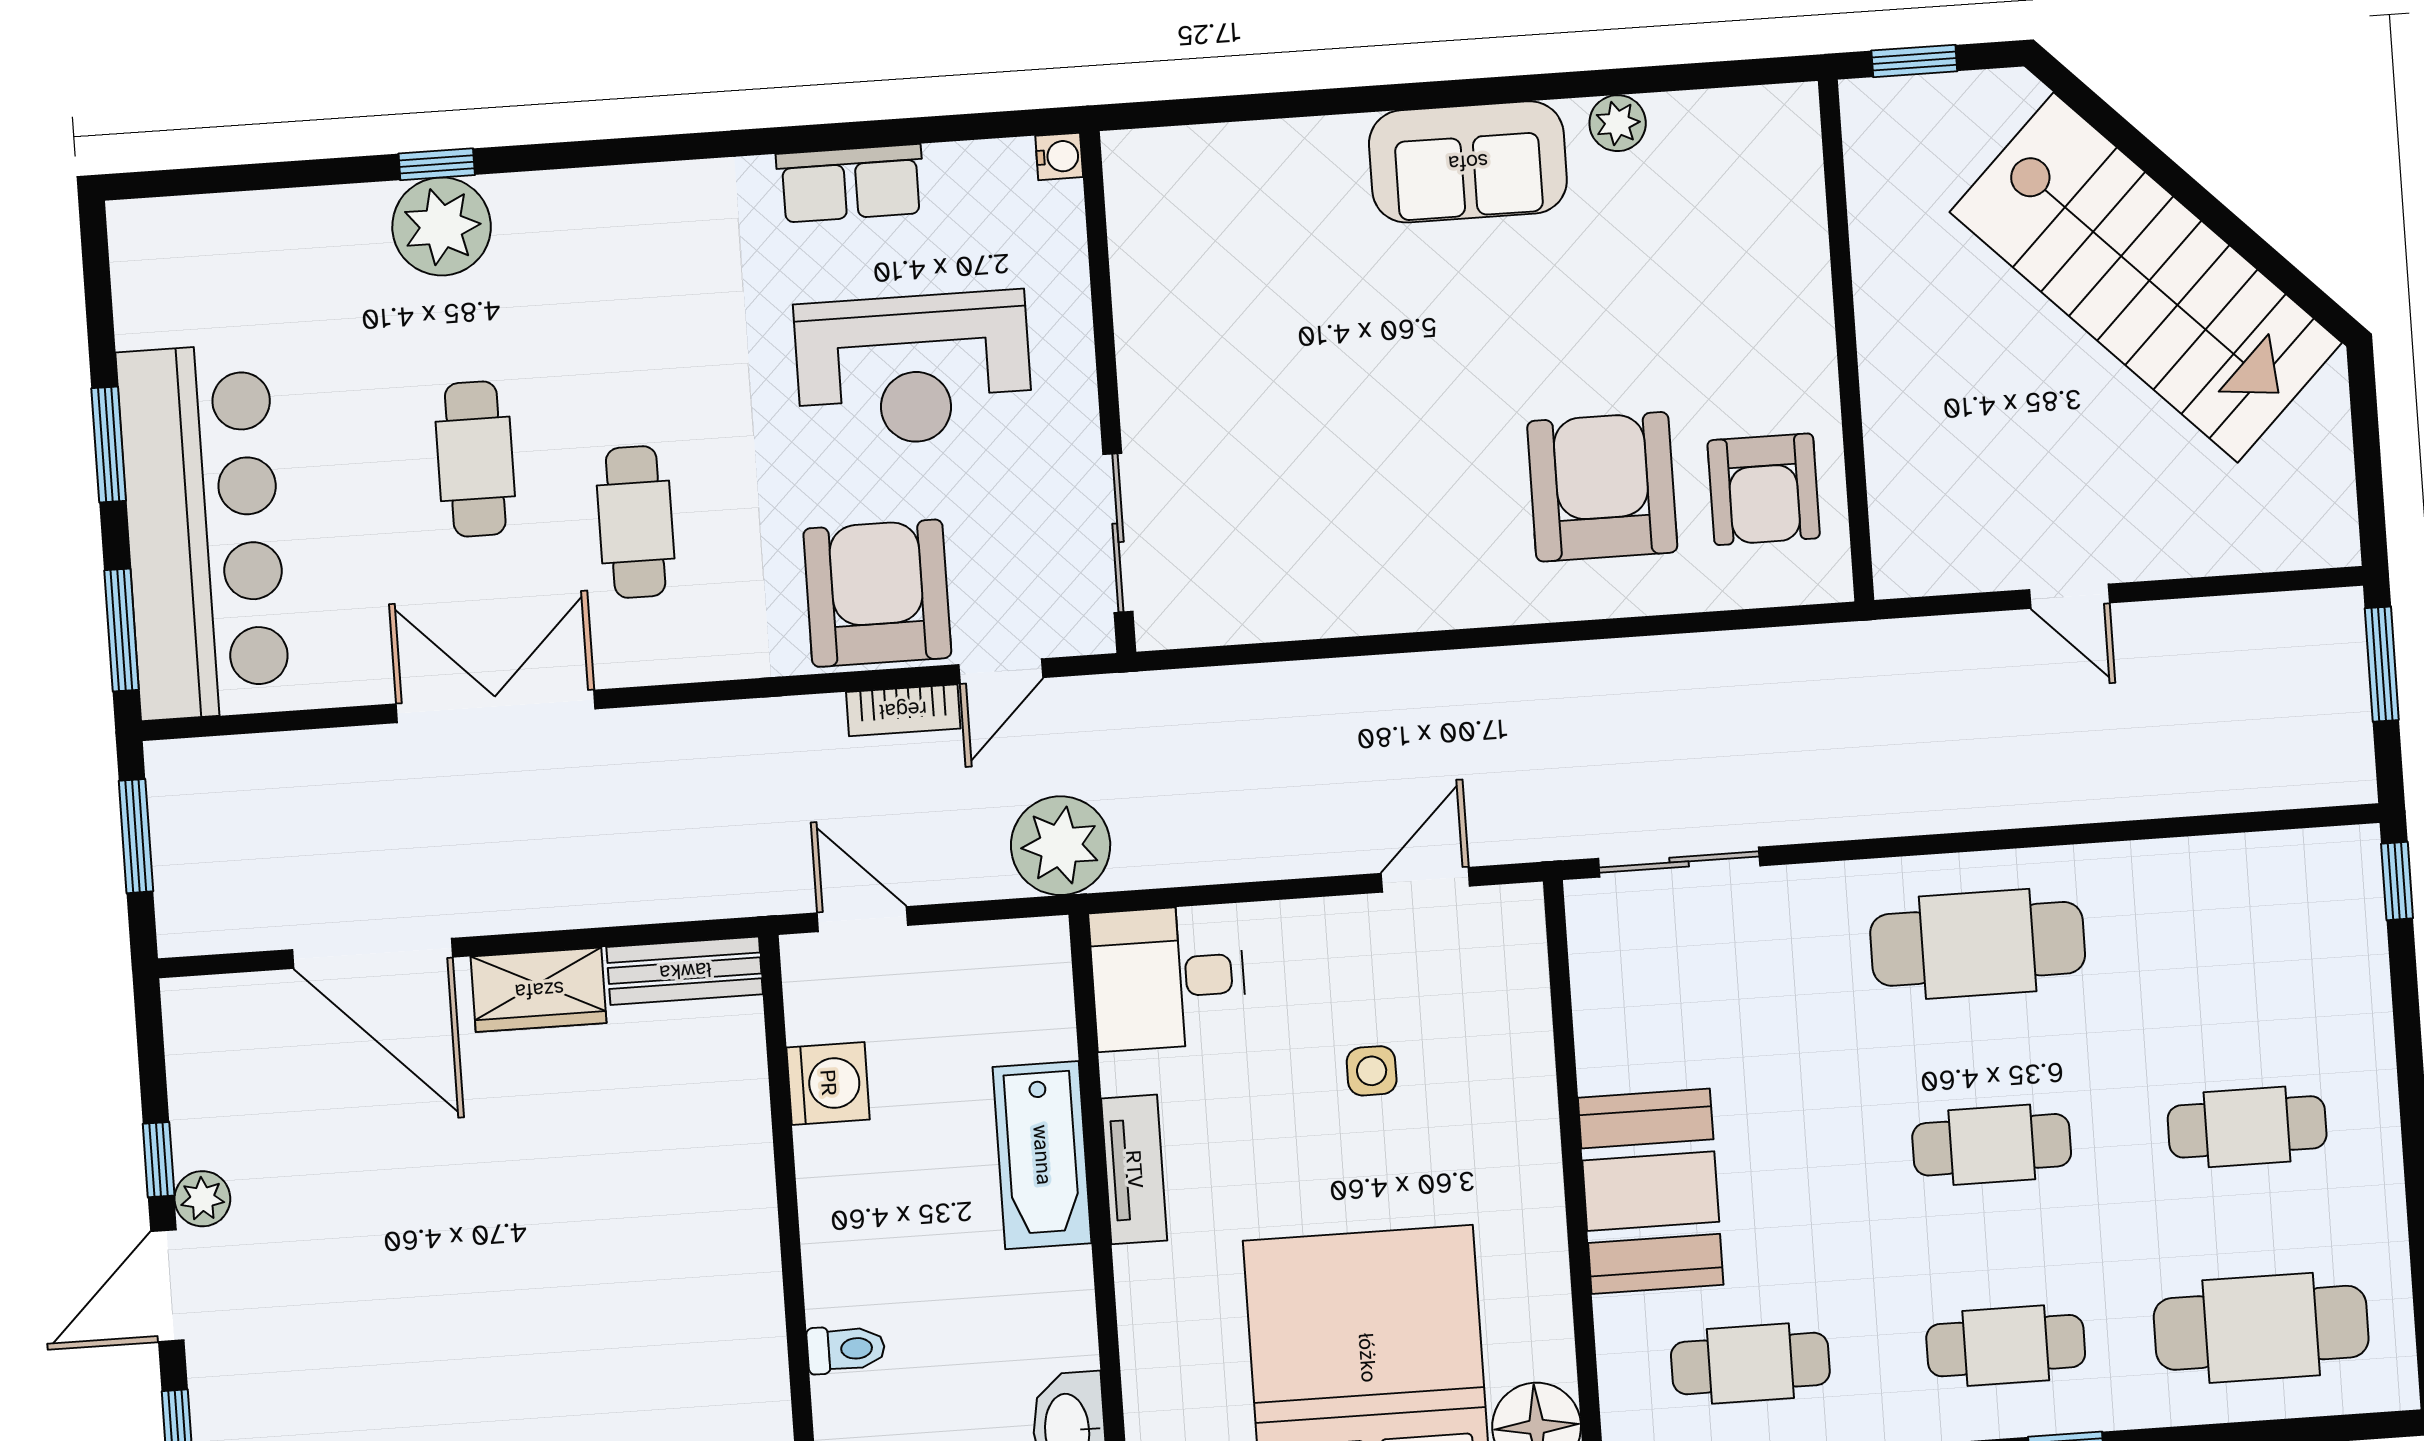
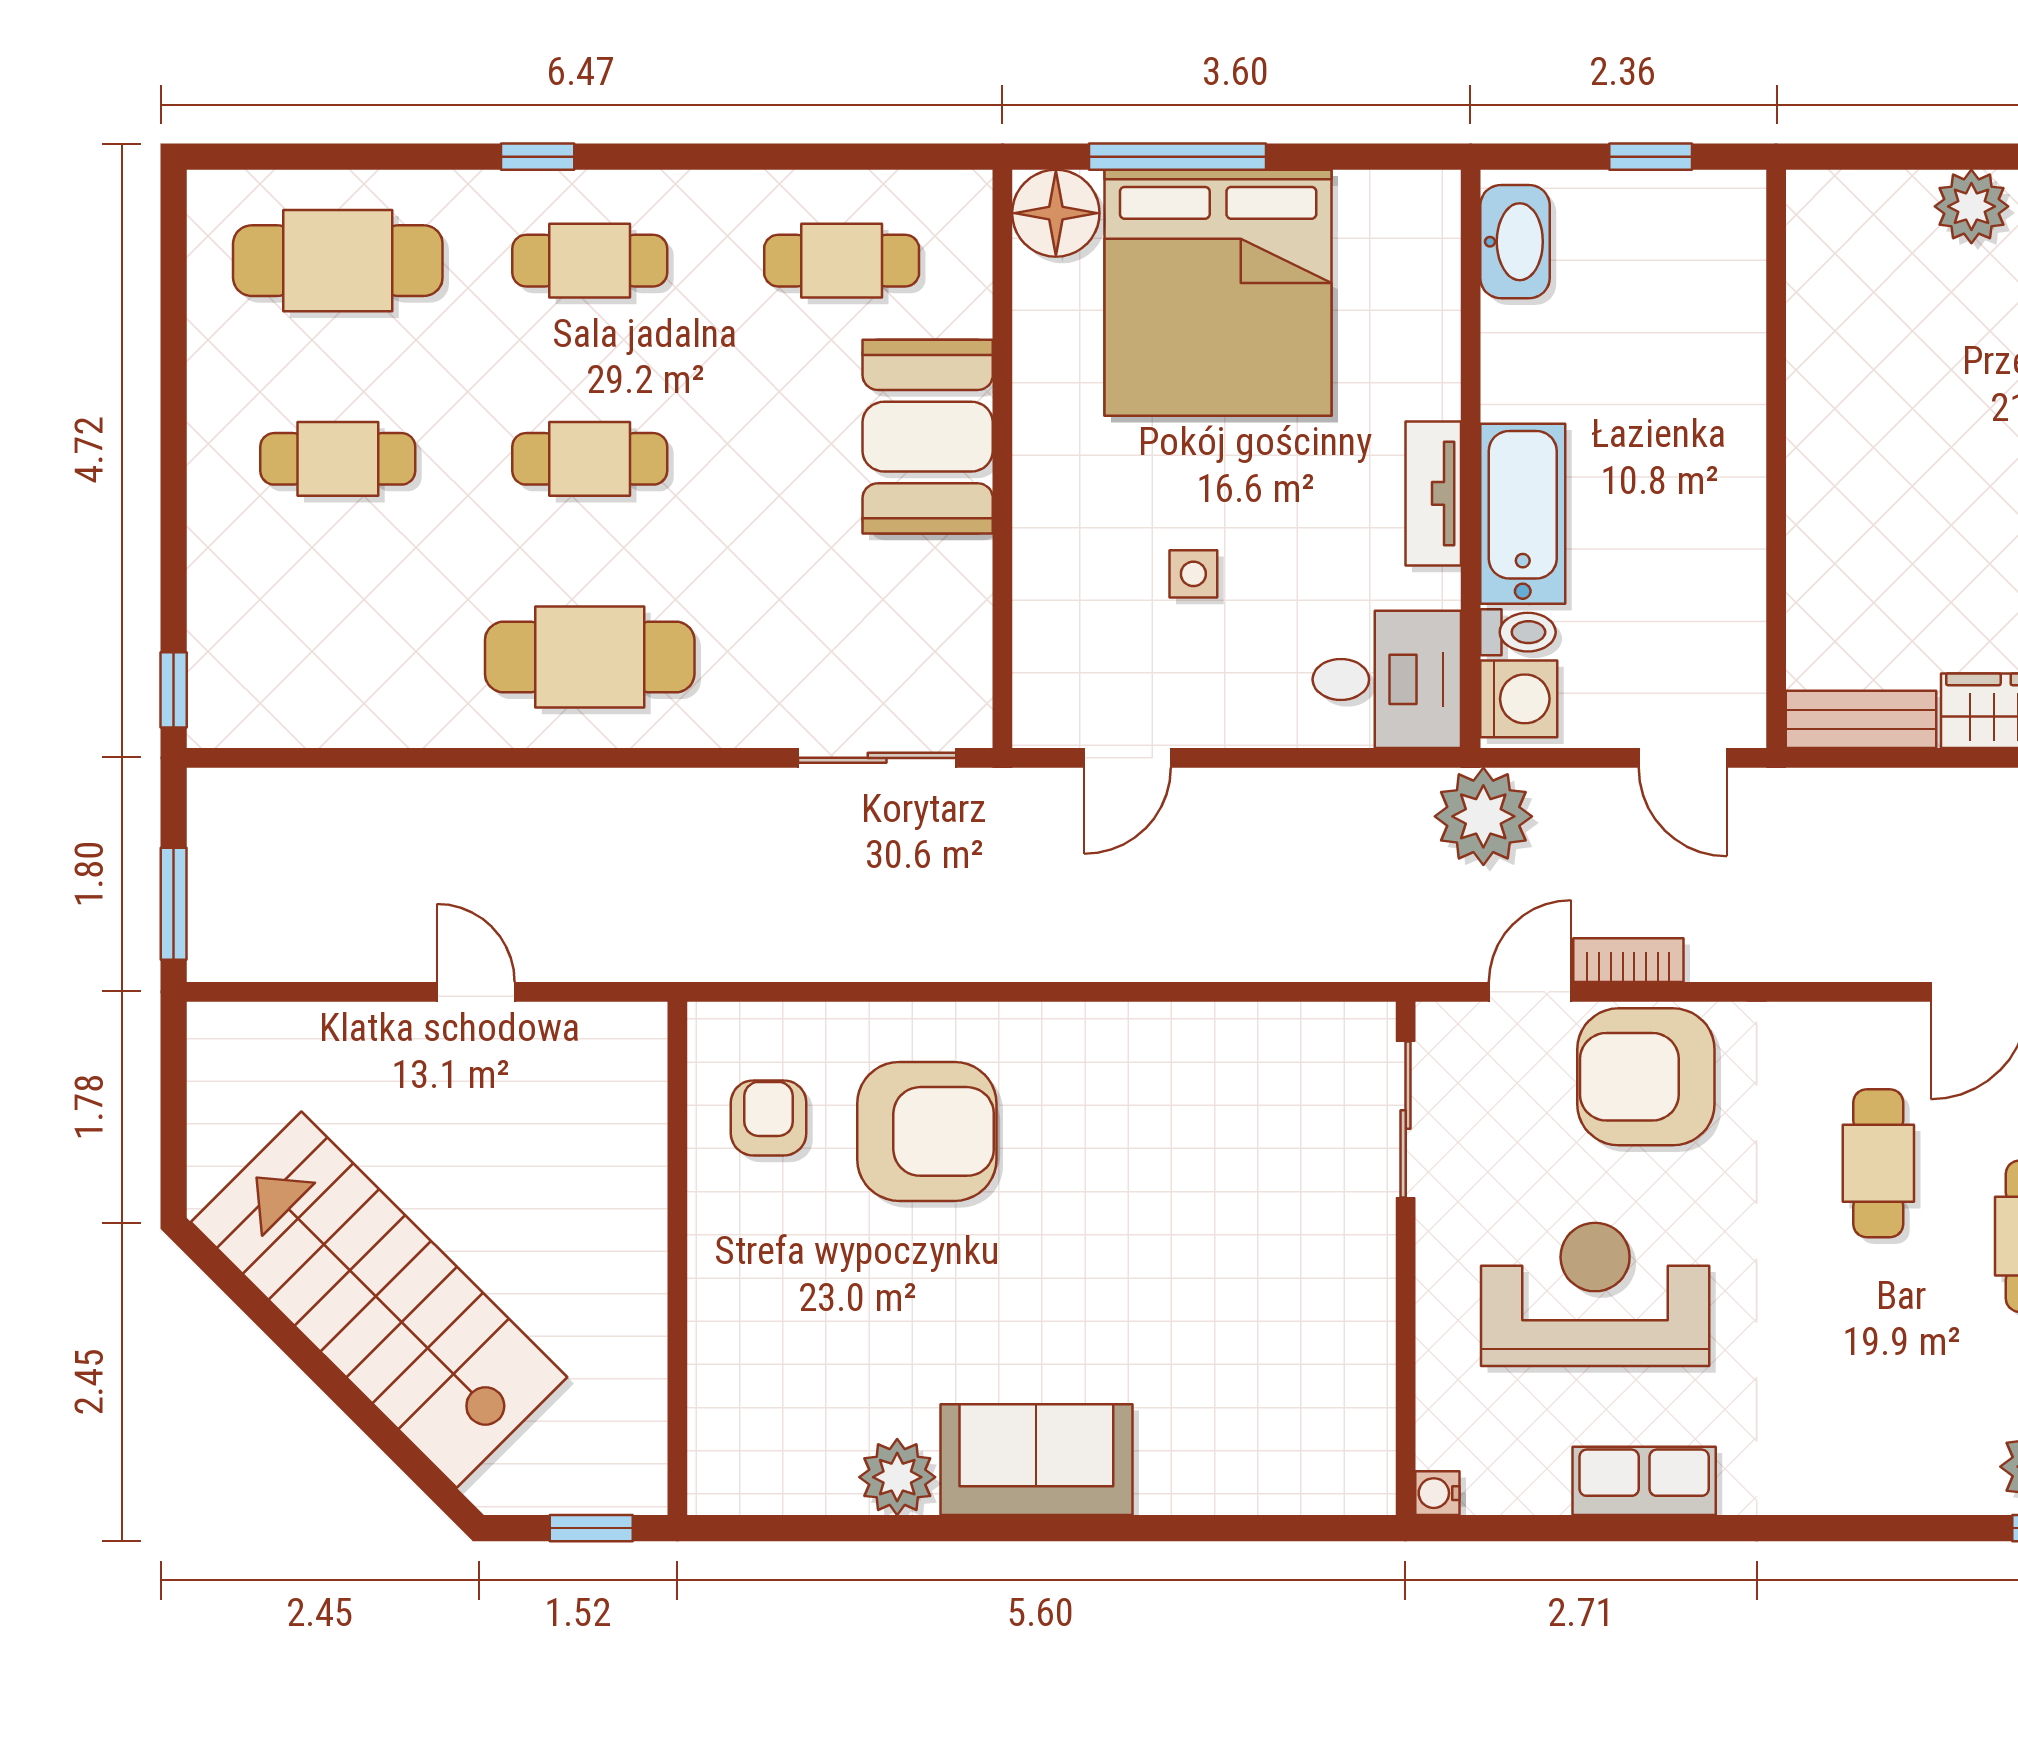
plant: (1618, 123) -> (897, 1477), width x1.38, depth x1.38
armchair: (1602, 487) -> (927, 1131), turned -90
armchair: (1764, 489) -> (769, 1118), width x0.72, depth x0.72
armchair: (877, 593) -> (1646, 1077), turned 90
washing machine: (828, 1083) -> (1519, 699), moved, turned 180
toilet: (846, 1349) -> (1518, 632), moved, turned 180

